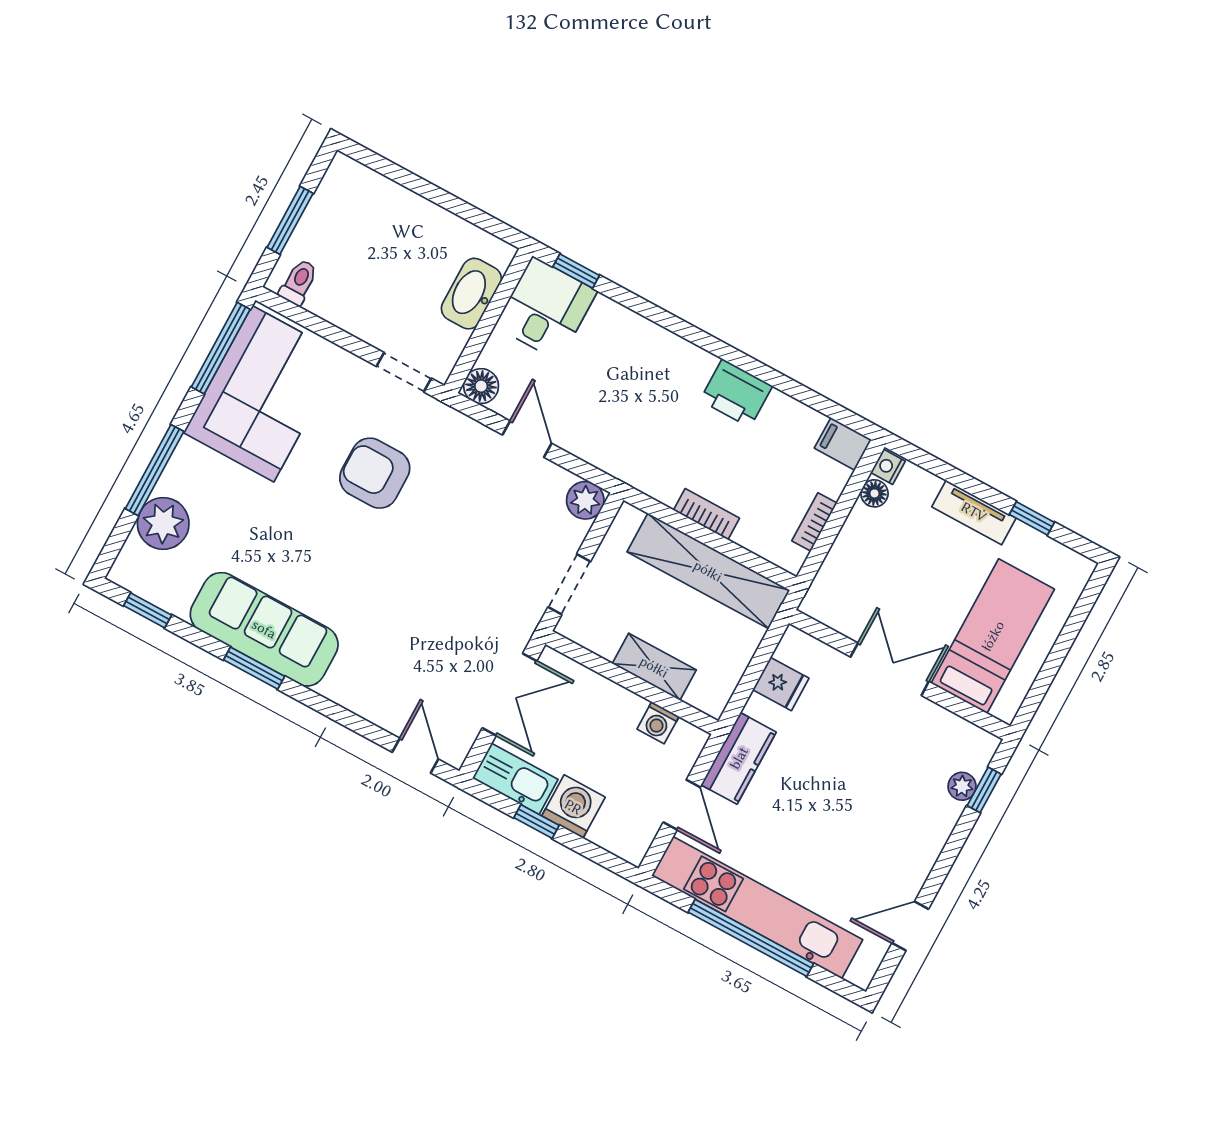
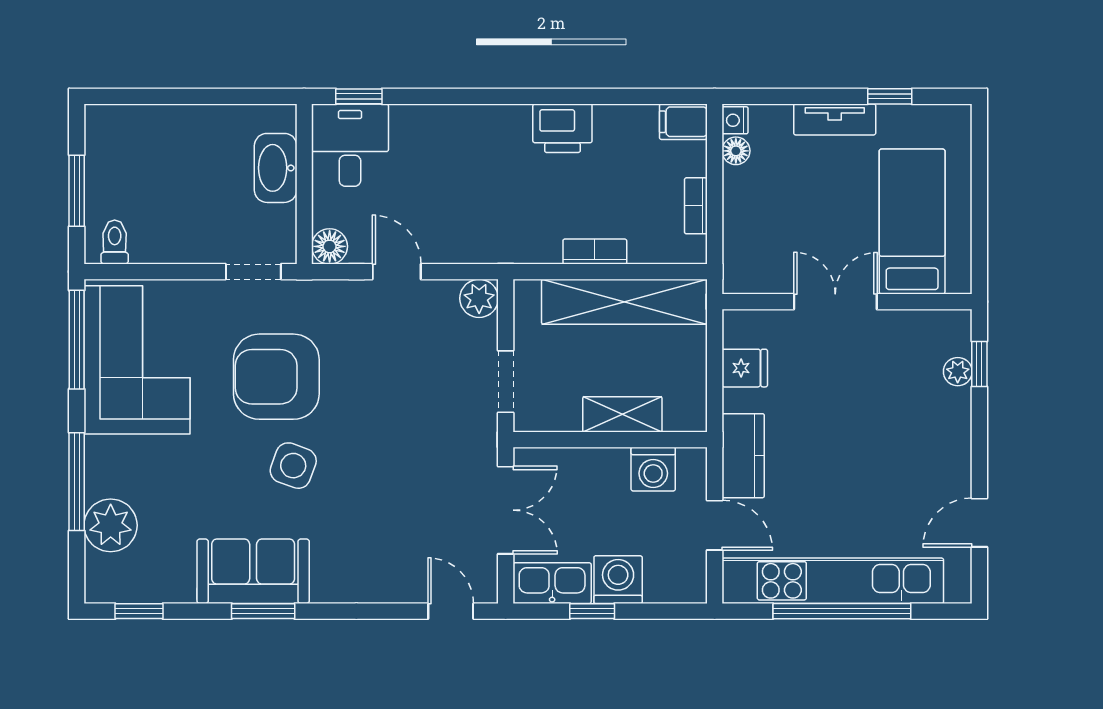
armchair: (375, 473) -> (276, 377), width x1.36, depth x1.36
side table: (348, 557) -> (293, 466), added
sofa: (264, 629) -> (253, 571), width x0.73
washing machine: (658, 723) -> (653, 469), width x1.38, depth x1.38

